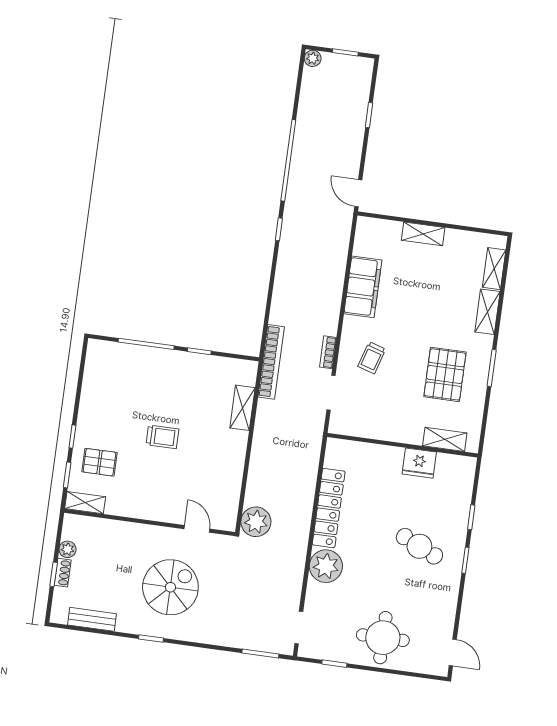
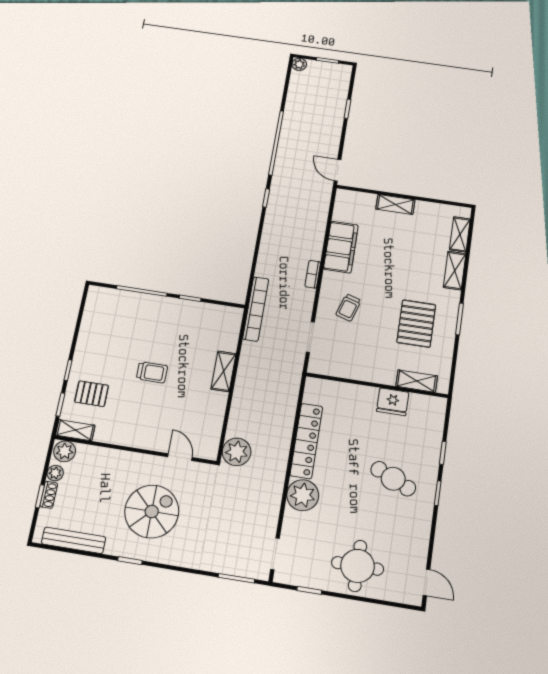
bookcase: (328, 352) -> (313, 274), moved
shelving: (242, 408) -> (223, 371), moved
plant: (76, 526) -> (65, 451), added
bench: (92, 619) -> (74, 540), width x1.36

